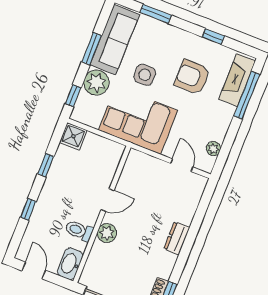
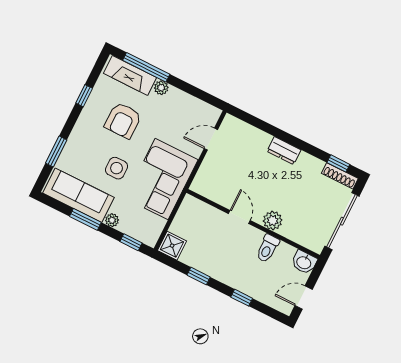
plant: (96, 83) -> (112, 220), width x0.53, depth x0.53
plant: (213, 149) -> (161, 88), moved
washbasin: (70, 264) -> (304, 262), width x0.72

